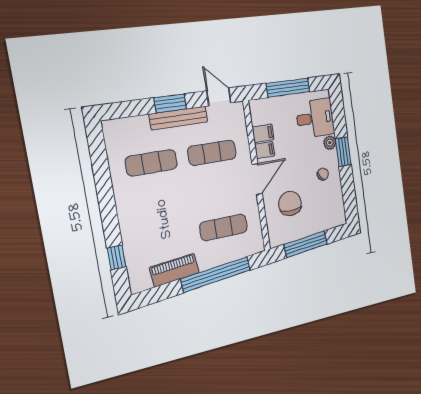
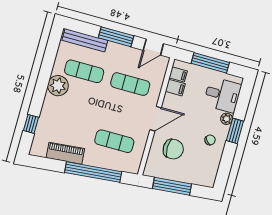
door: (219, 97) -> (153, 47), swing flipped
window: (170, 103) -> (116, 37), width x1.44
bench: (179, 118) -> (85, 40), moved
filing cabinet: (265, 150) -> (178, 74), moved
plant: (128, 195) -> (58, 86), added
chair: (290, 203) -> (173, 149), turned 90

